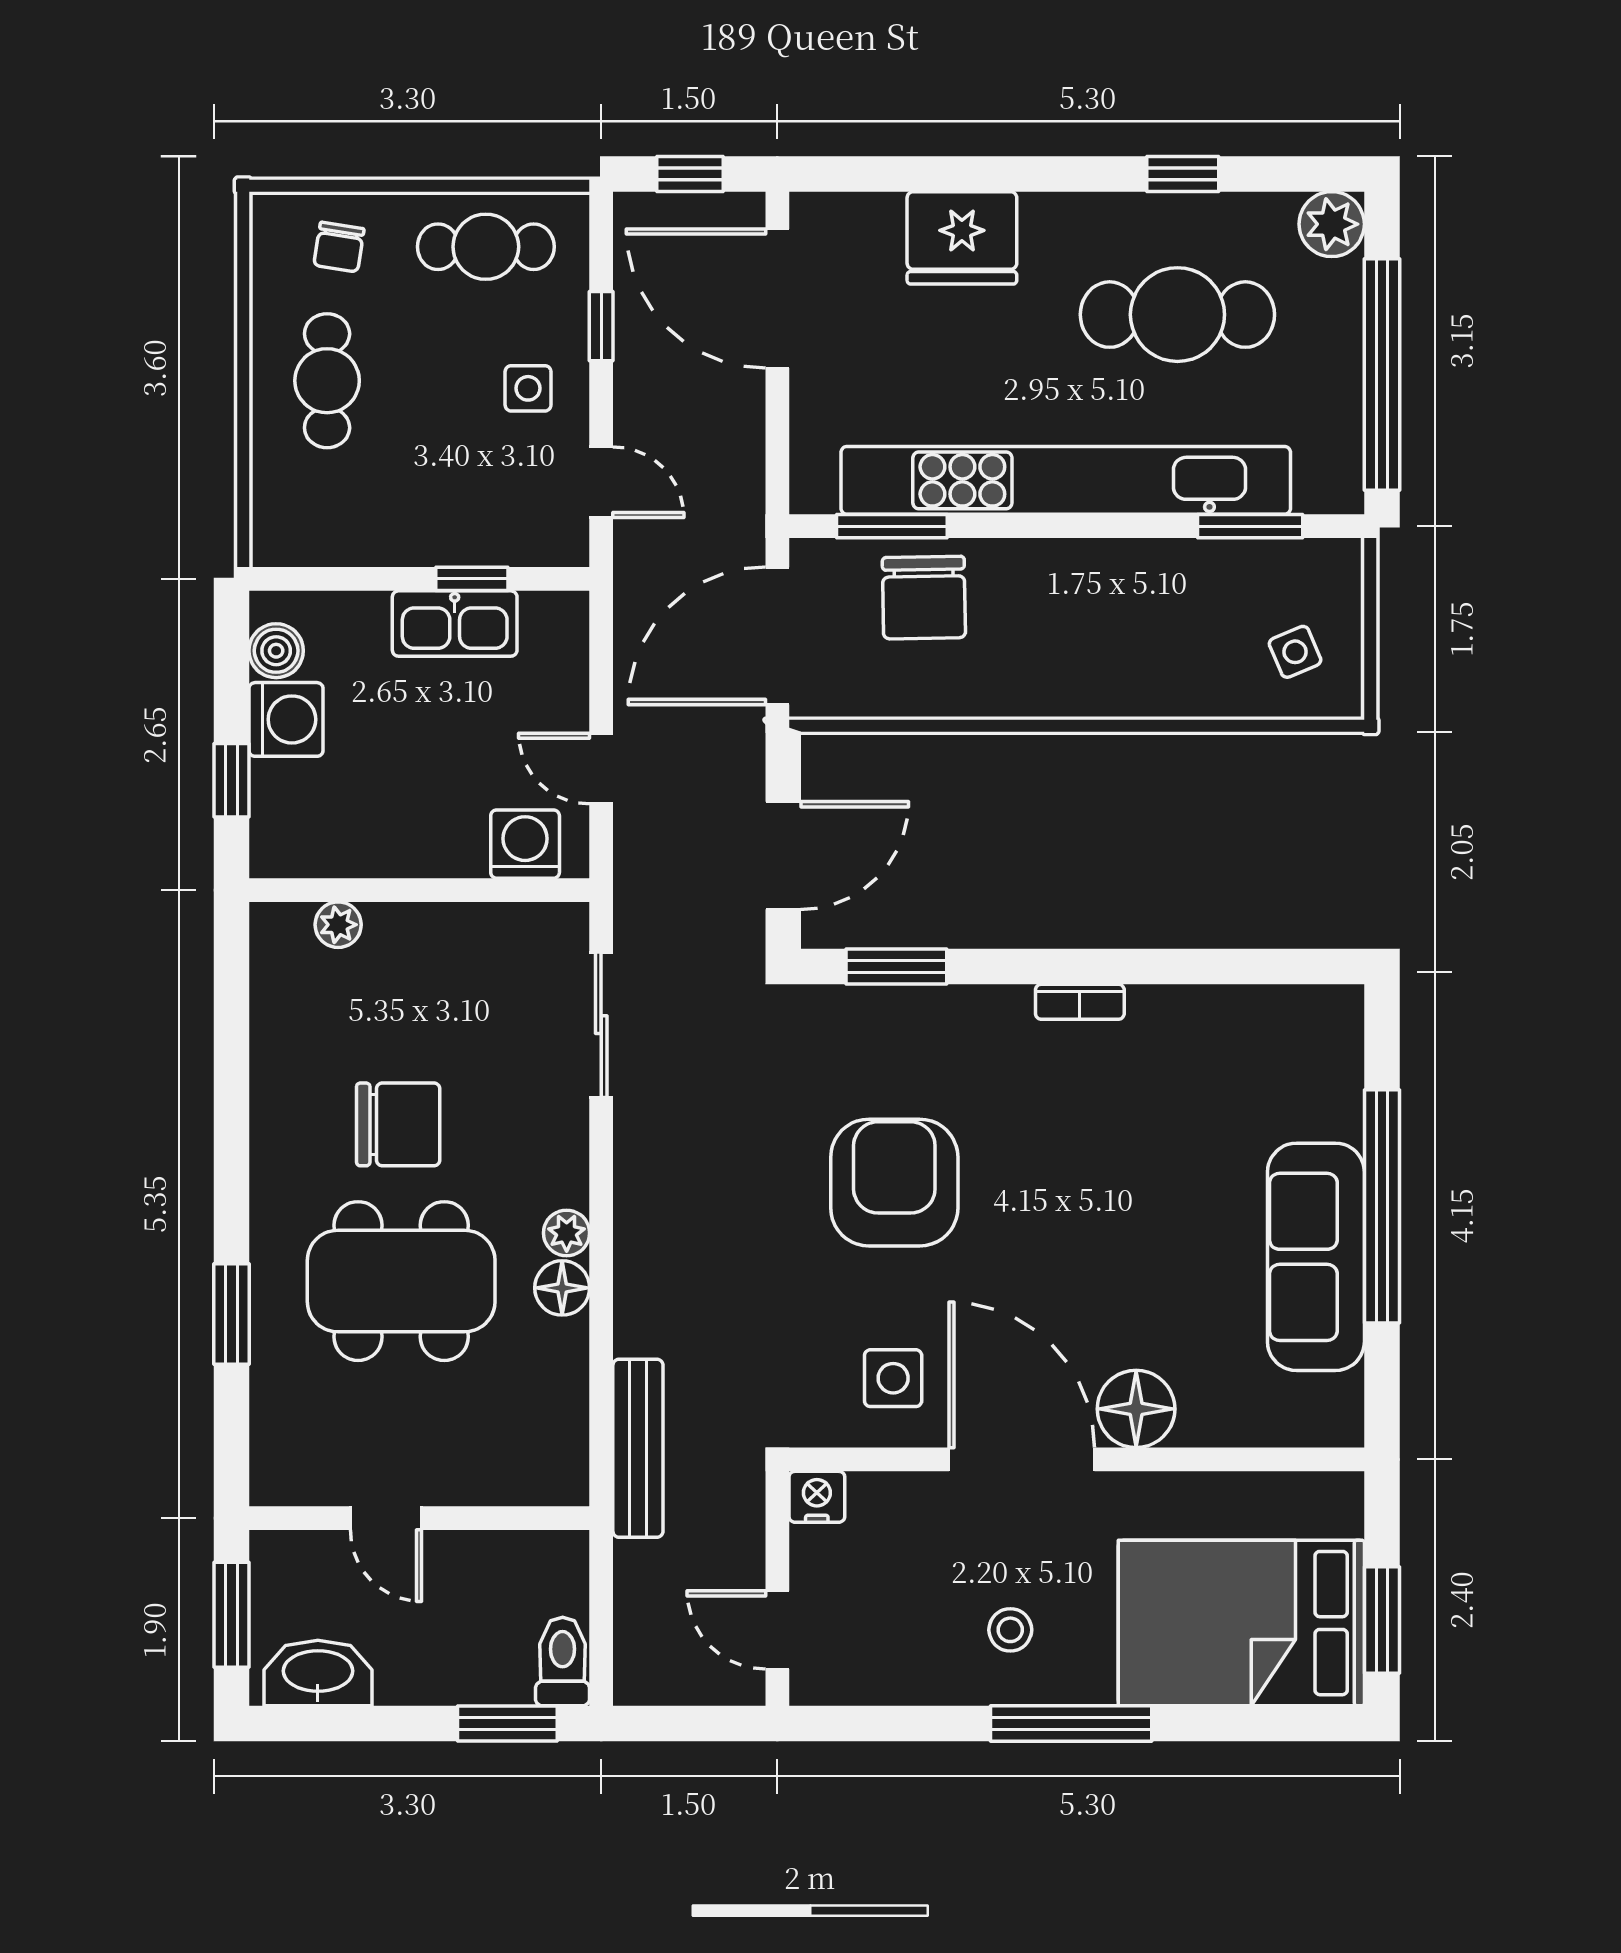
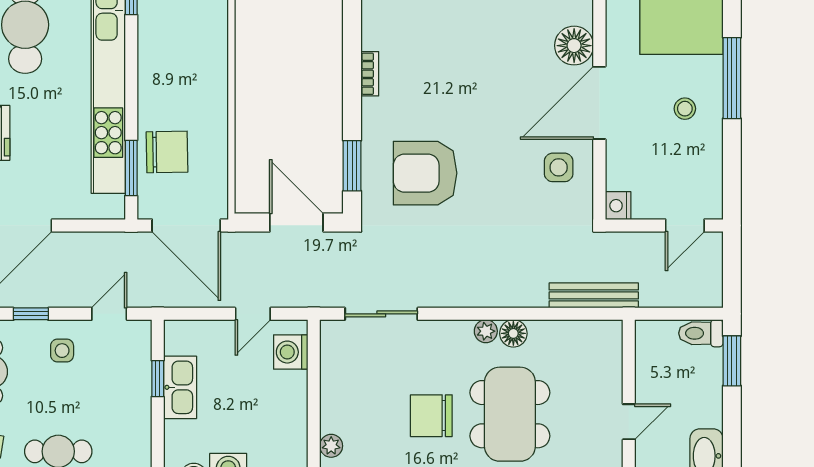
chair: (398, 1124) -> (431, 416), turned -90
armchair: (894, 1183) -> (425, 173), moved

